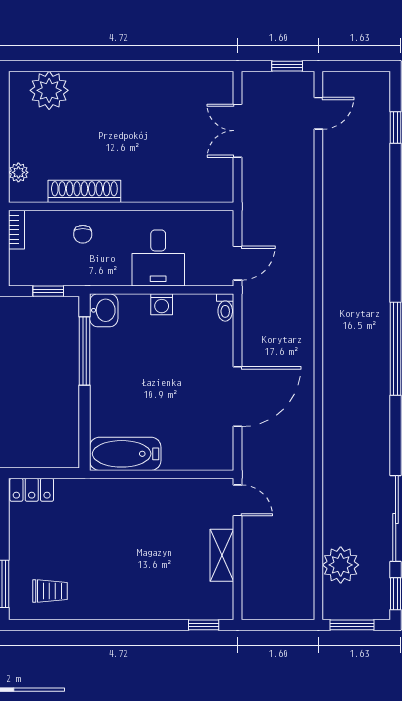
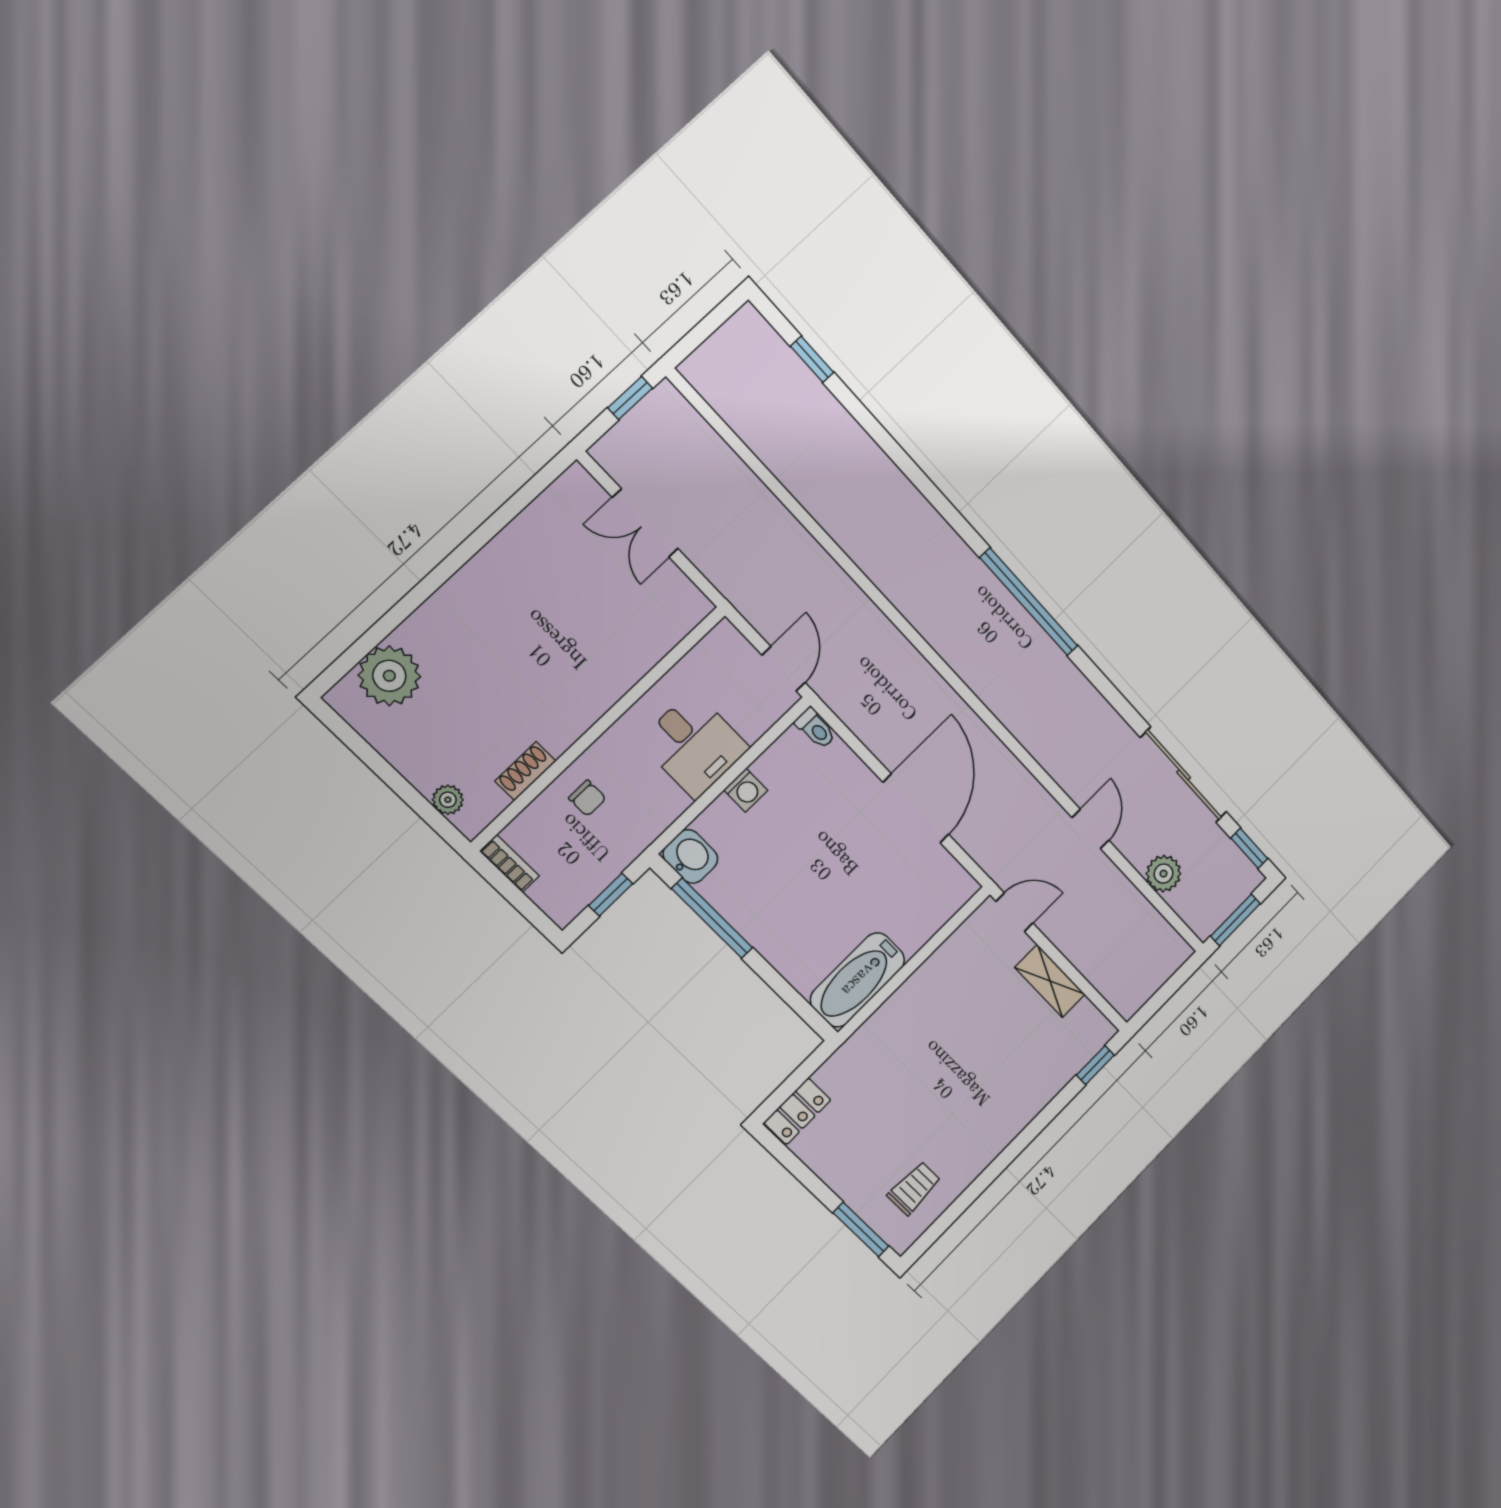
door: (318, 113) -> (1090, 829), moved
shoe rack: (84, 191) -> (525, 771), width x0.51, depth x0.81
plant: (341, 565) -> (1164, 874), width x0.73, depth x0.73

